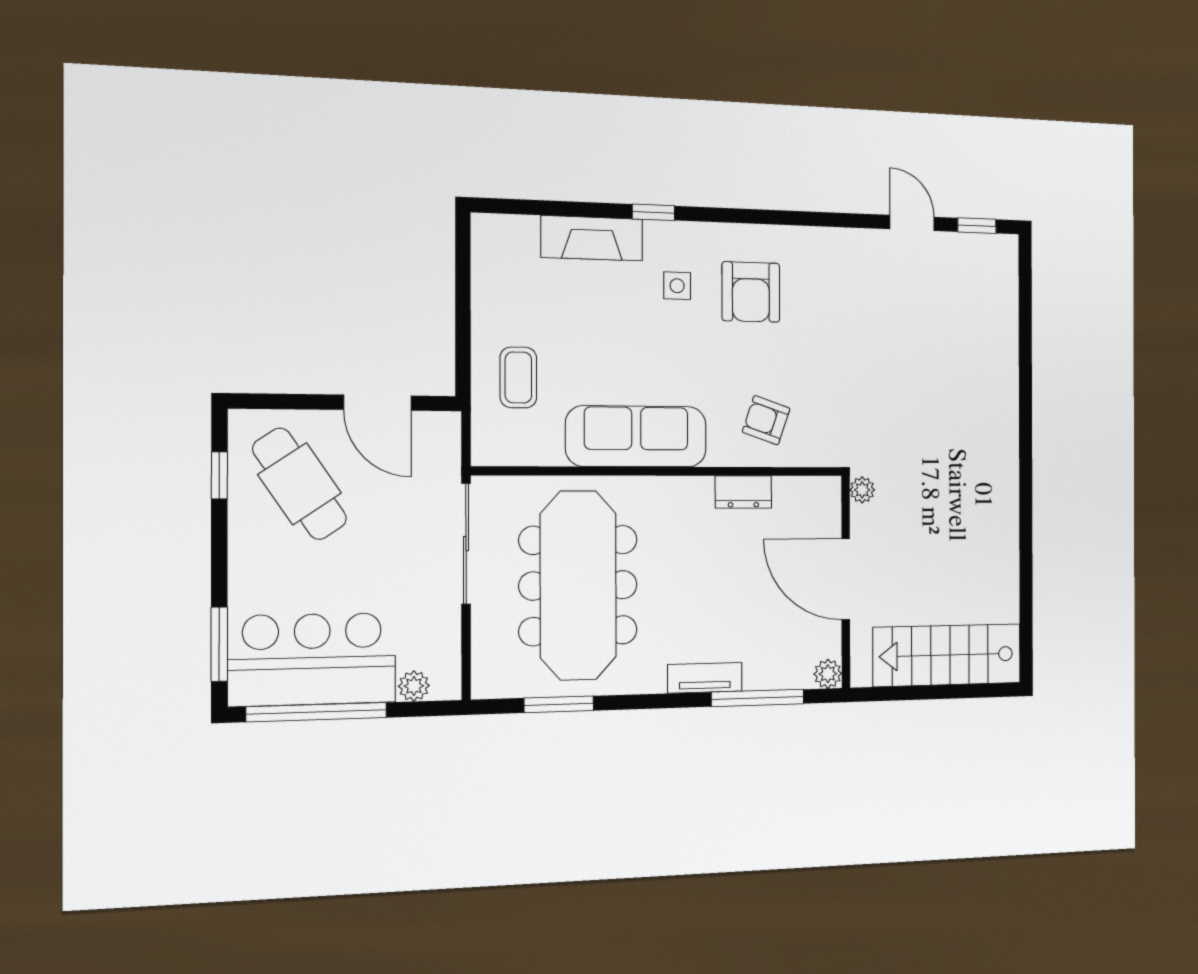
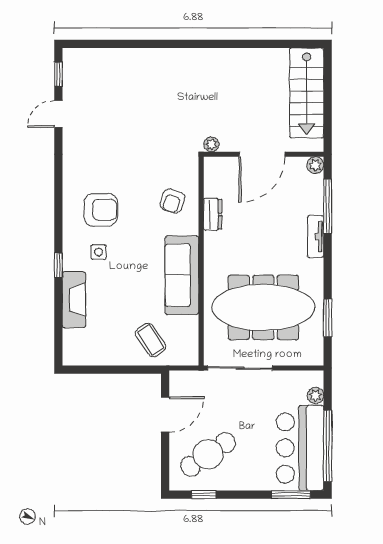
coffee table: (518, 377) -> (151, 340), turned 56

